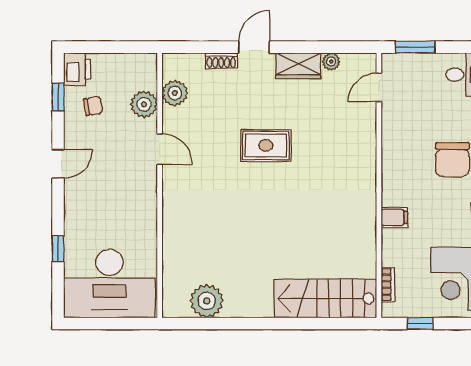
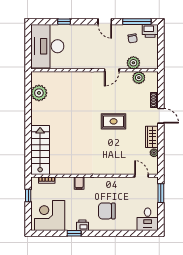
window: (58, 97) -> (137, 22), width x2.17
rug: (266, 146) -> (114, 121), turned 90

